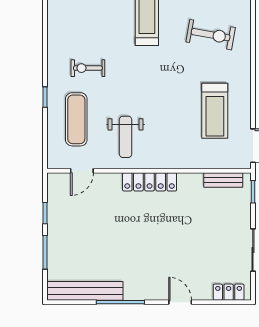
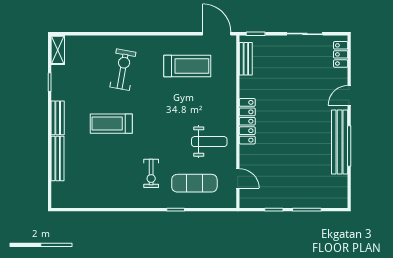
bench: (85, 291) -> (340, 142), moved

